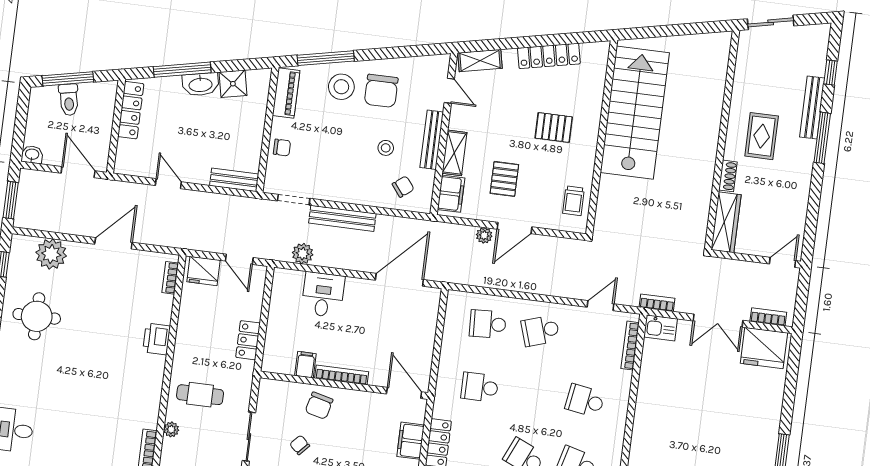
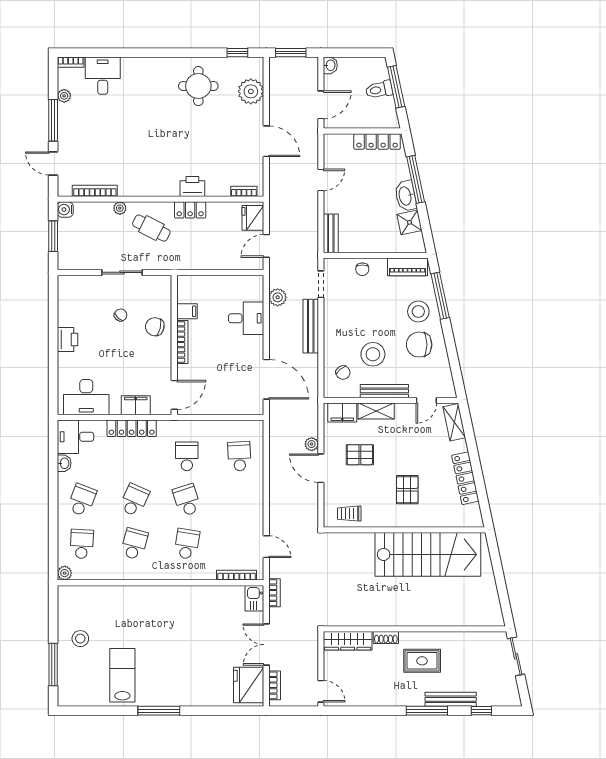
stool: (386, 148) -> (373, 354), width x1.89, depth x1.89
school desk: (540, 331) -> (187, 500), moved
locker: (248, 340) -> (190, 210), moved, turned 180
cafe table: (200, 395) -> (151, 228), turned -63

